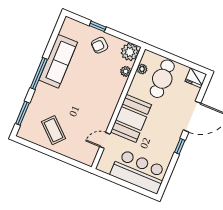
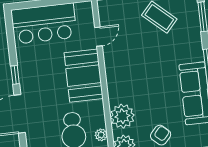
plant: (126, 71) -> (122, 116), width x1.88, depth x1.88

